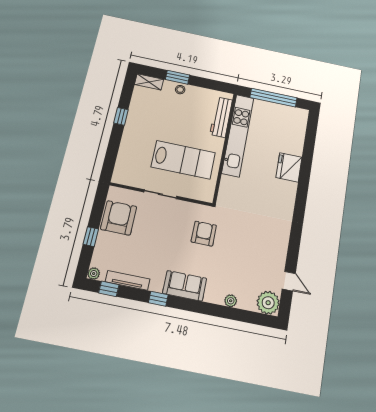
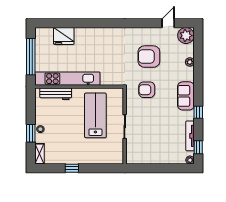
fridge: (289, 167) -> (64, 36), moved
armchair: (119, 218) -> (149, 57), moved
window: (91, 237) -> (165, 168), removed

